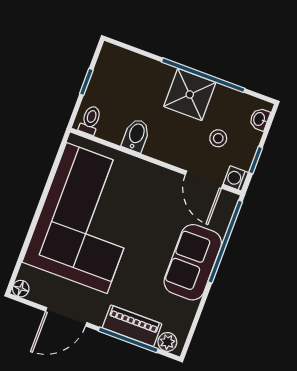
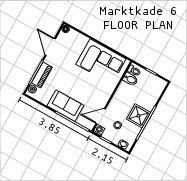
bidet: (136, 135) -> (130, 79), moved
corner sofa: (87, 218) -> (101, 62), width x0.73, depth x0.74

